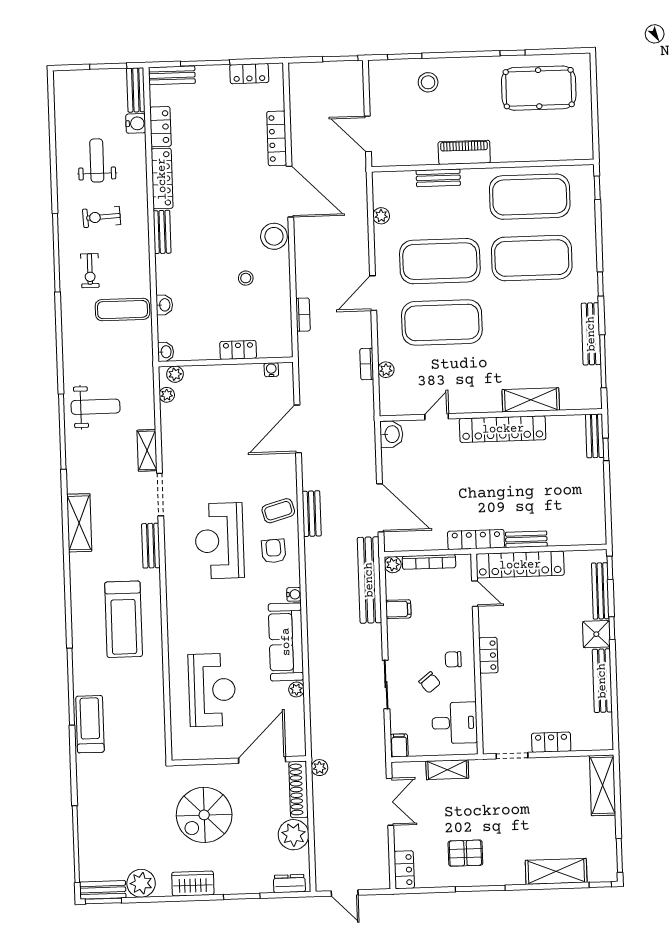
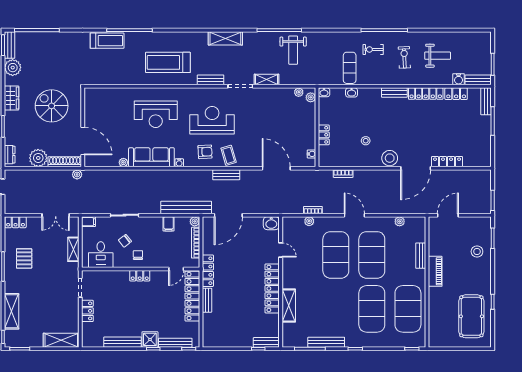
locker: (249, 74) -> (486, 147), removed
reception desk: (212, 690) -> (156, 114), moved

